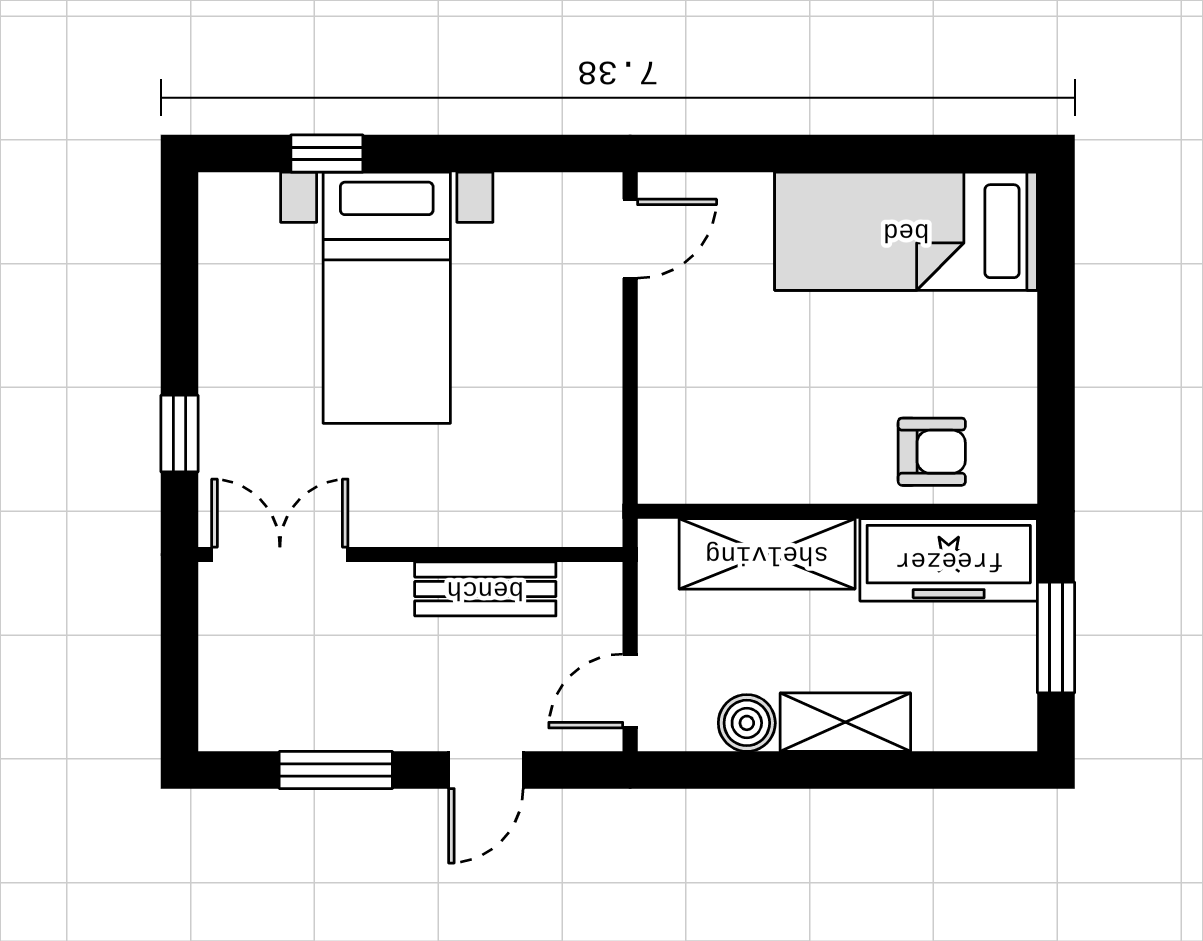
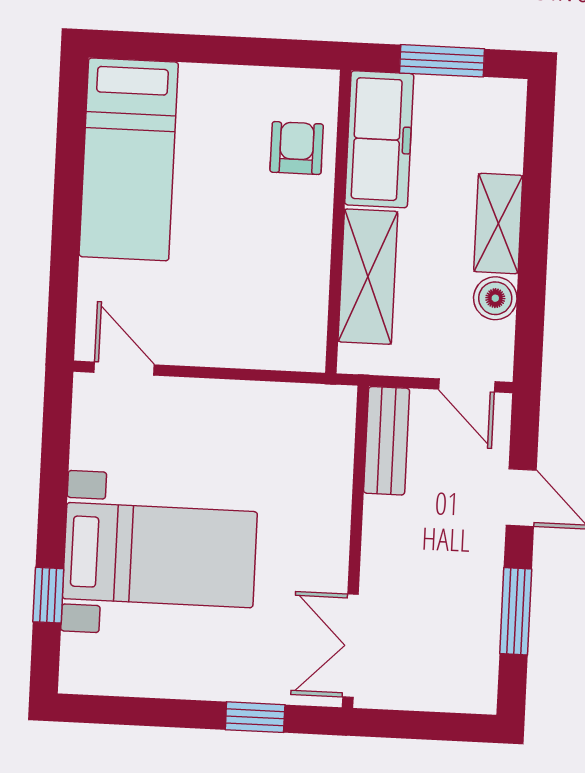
bench: (485, 589) -> (387, 441), moved

